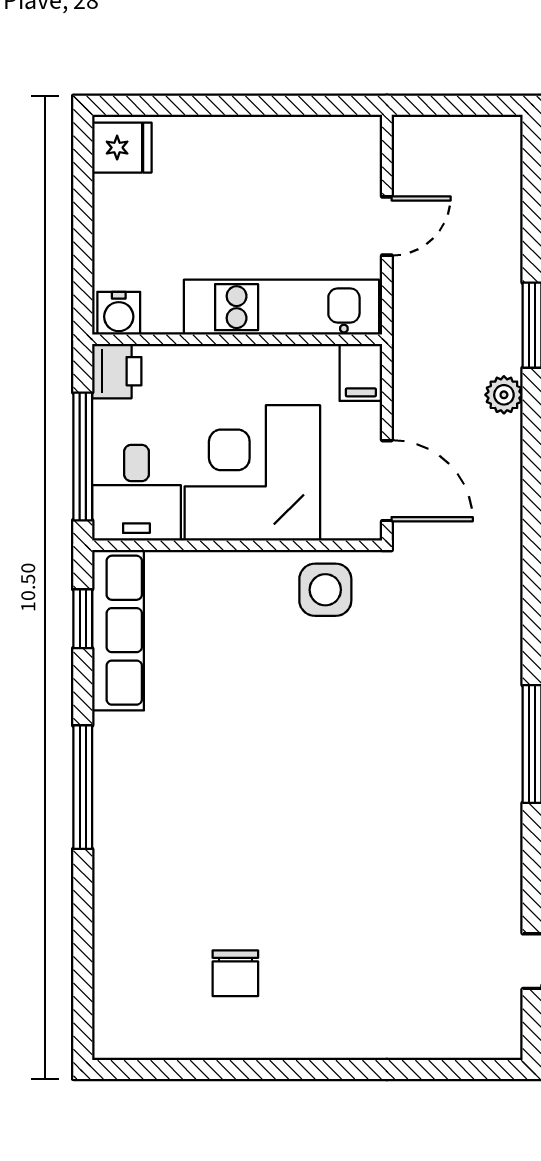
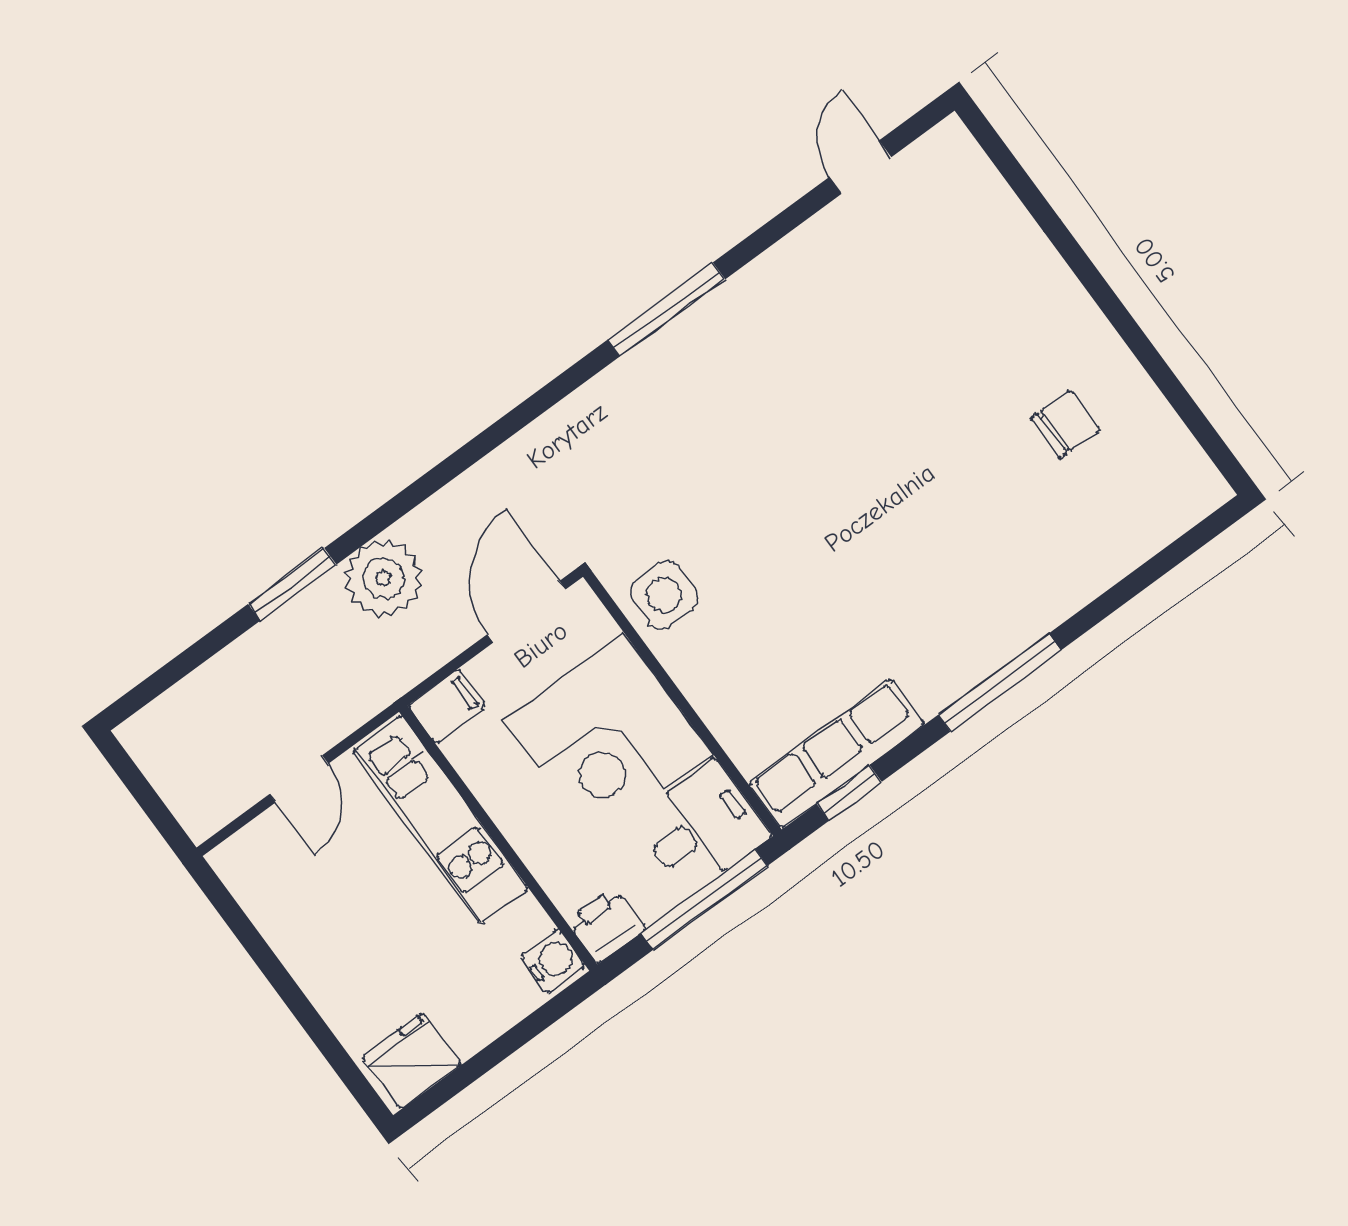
fridge: (122, 148) -> (411, 1061), width x1.38
door: (387, 226) -> (299, 779), swing flipped
plant: (504, 395) -> (384, 578), width x1.87, depth x1.87

